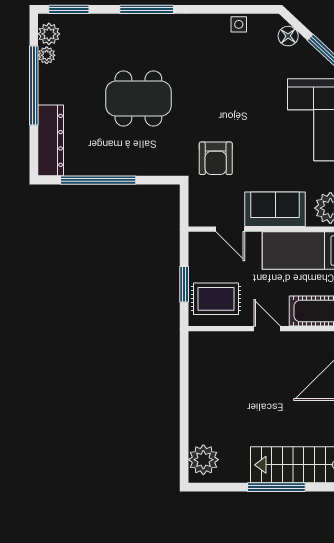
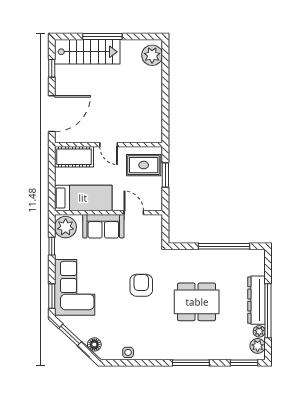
dresser: (51, 140) -> (256, 300), moved
armchair: (216, 158) -> (141, 285), moved

